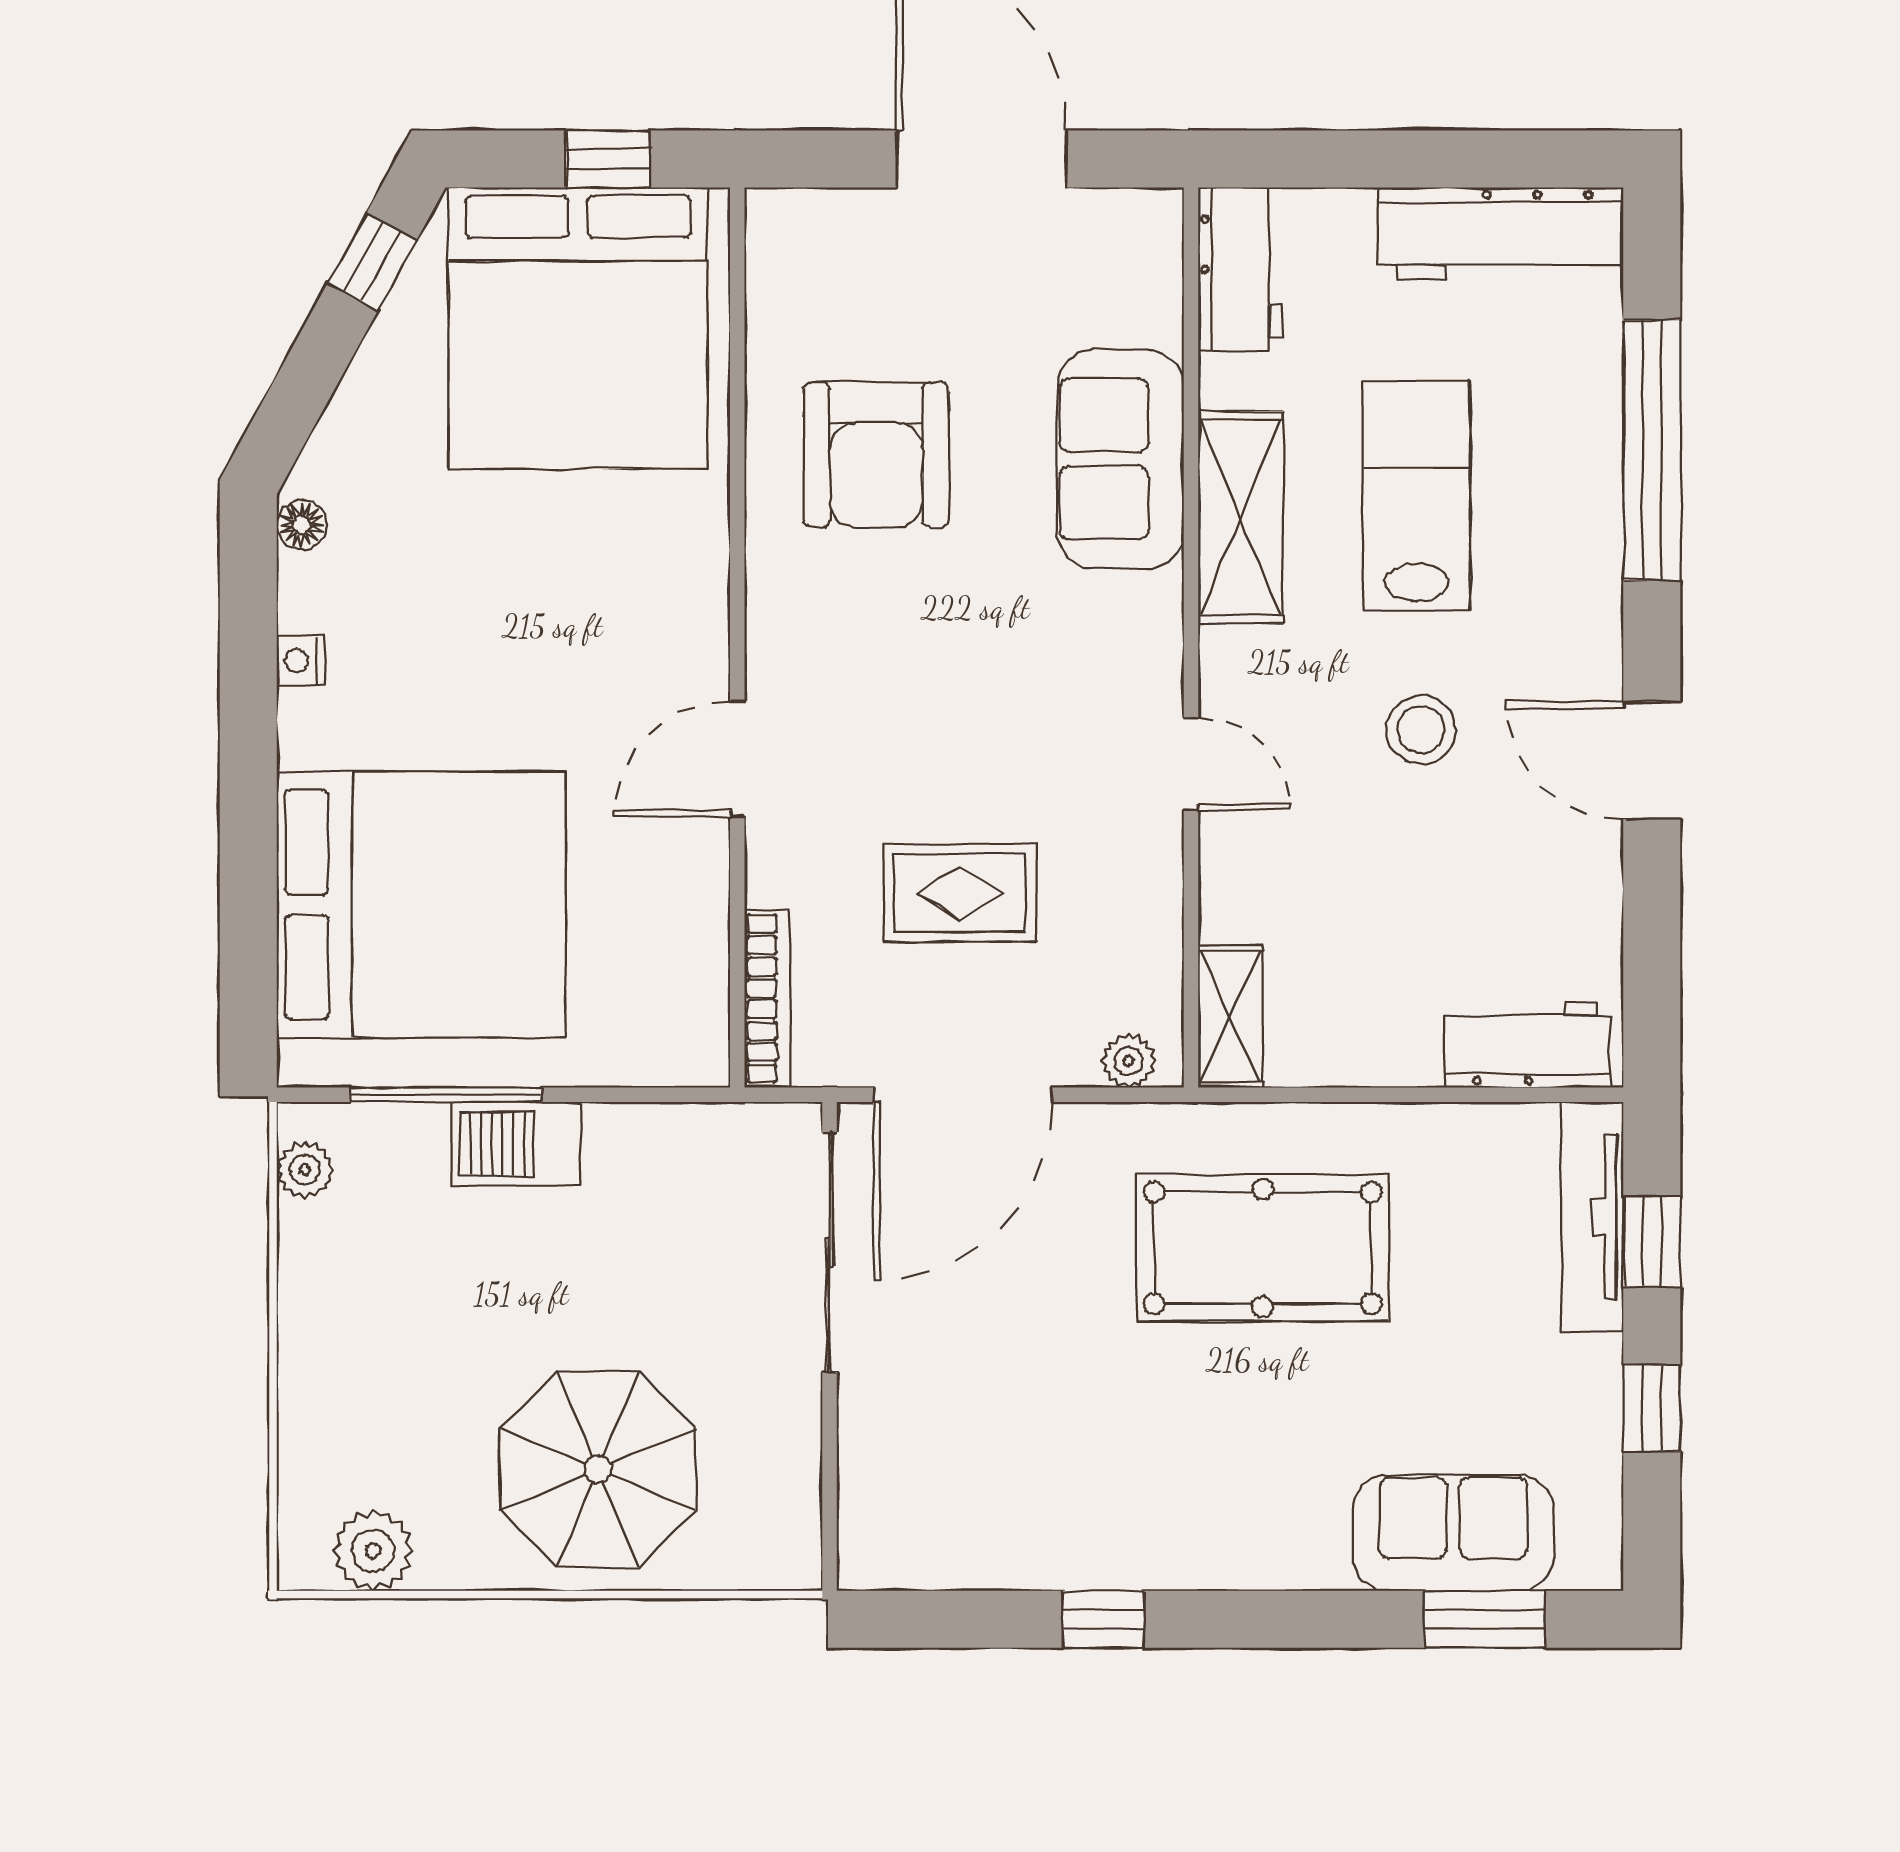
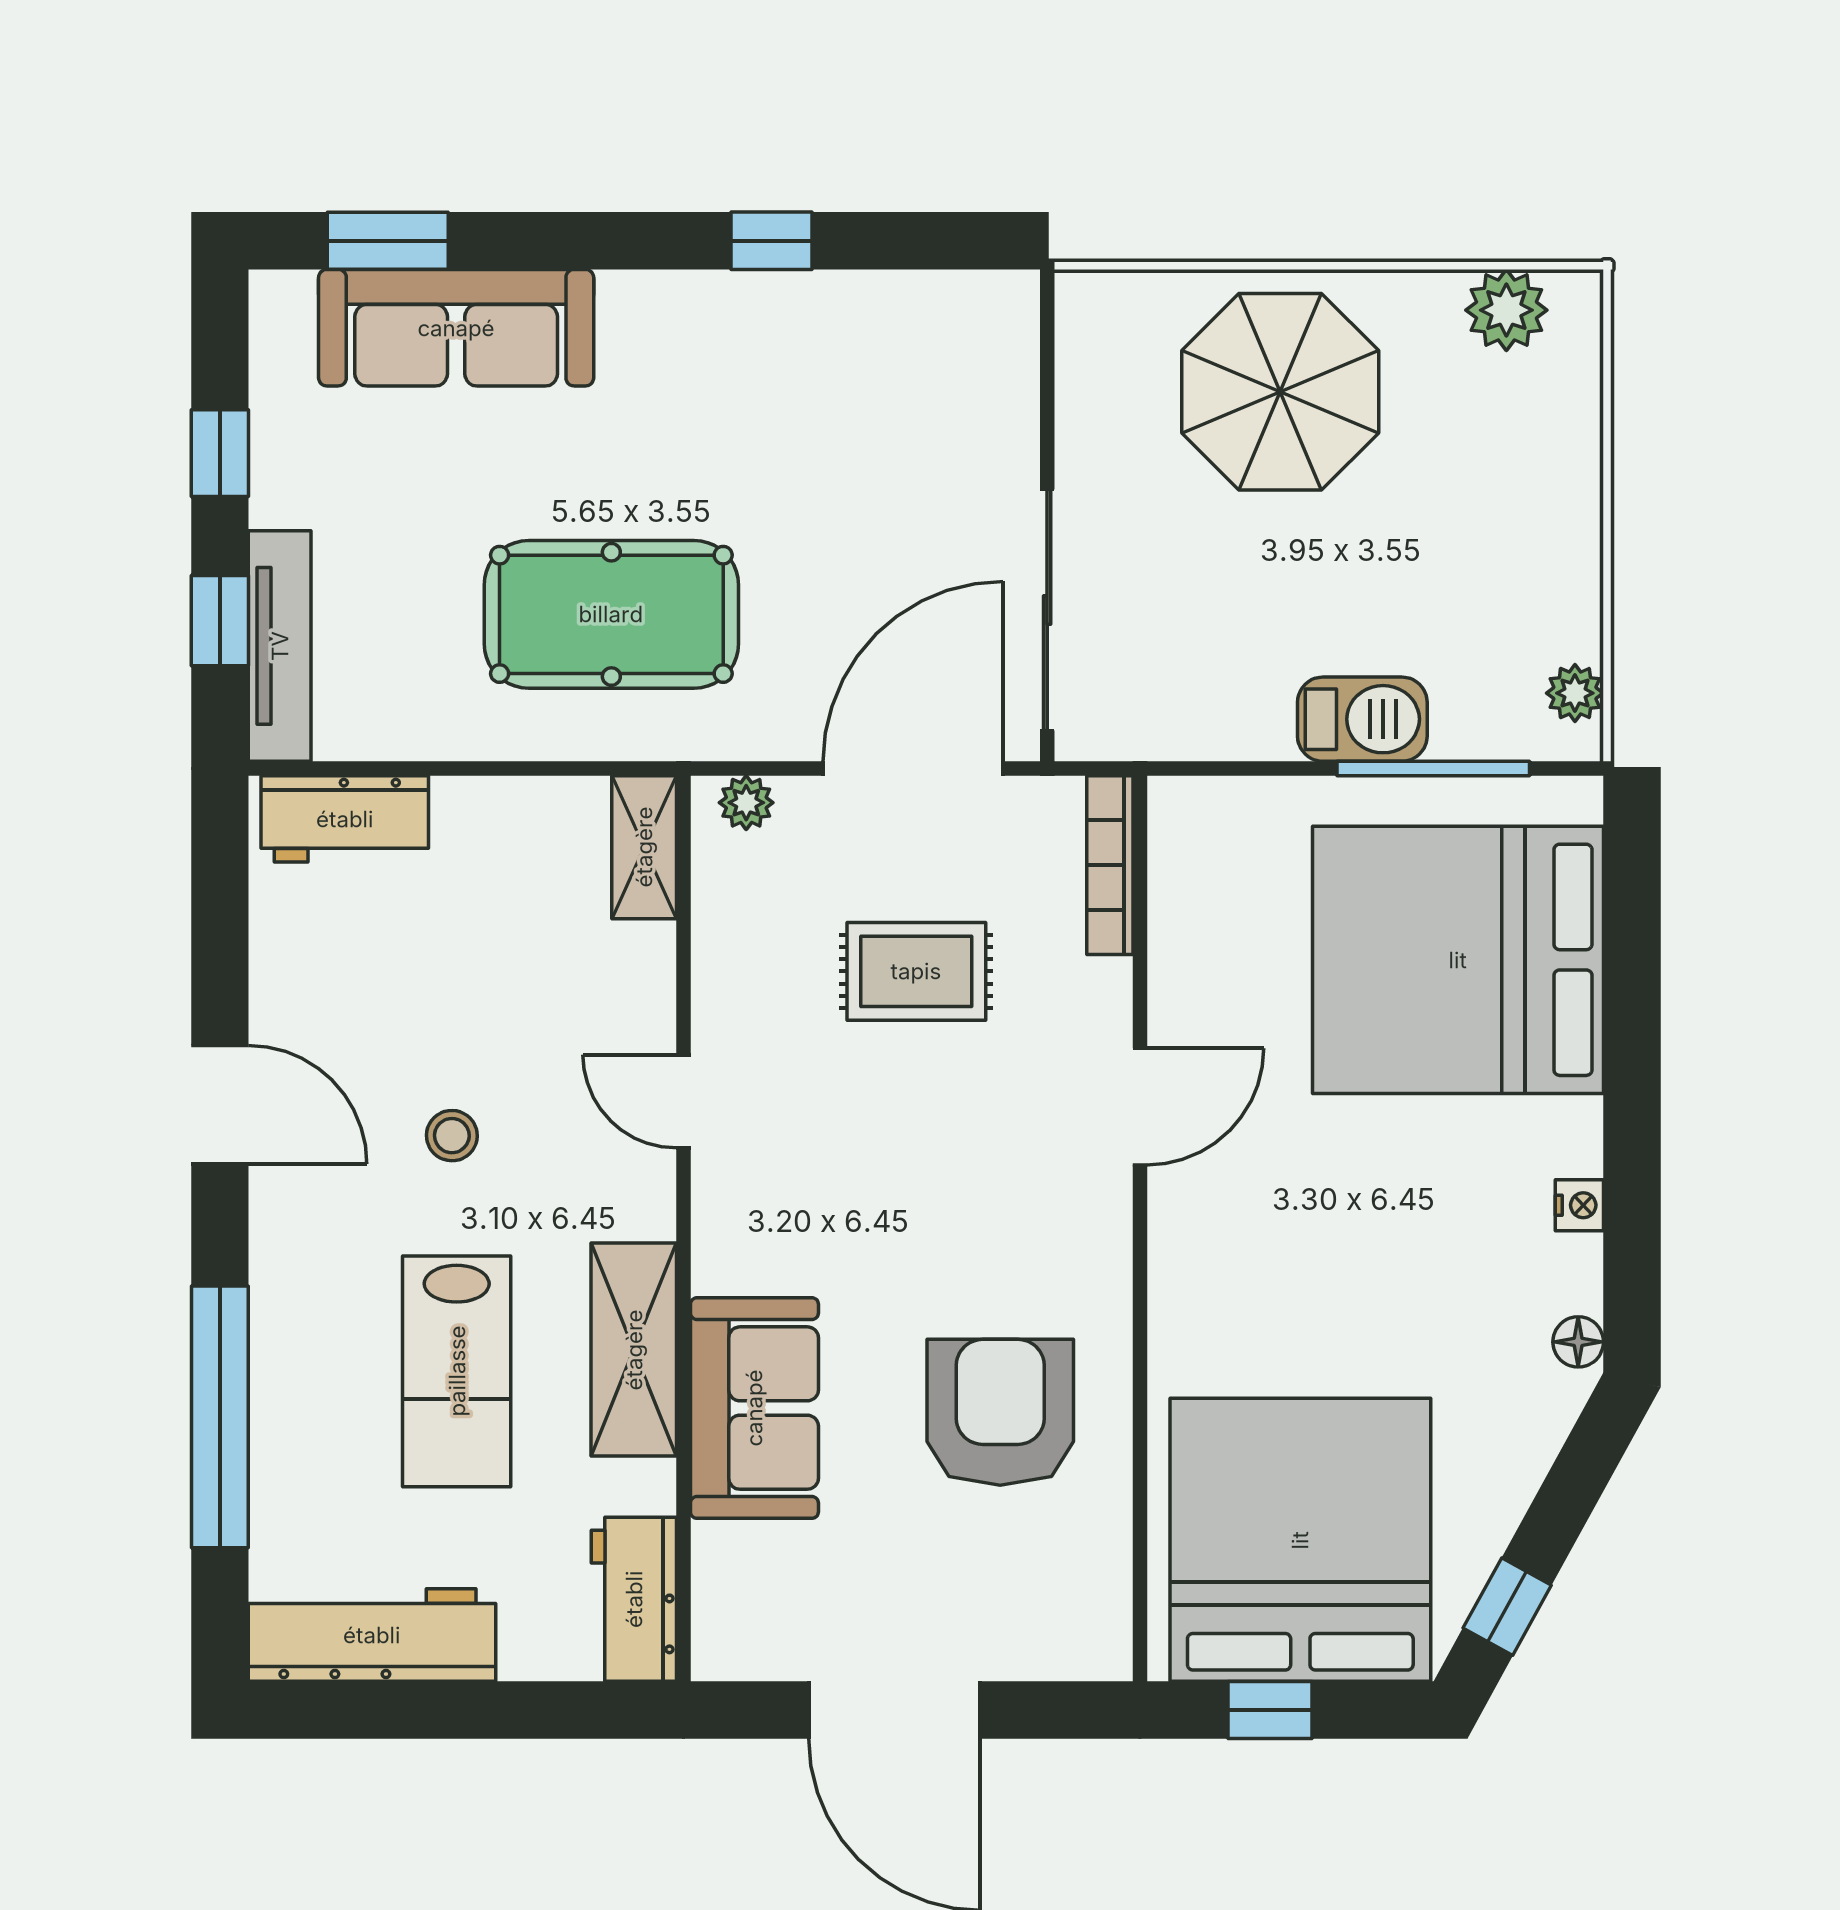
stool: (1421, 730) -> (452, 1136), width x0.73, depth x0.73
sofa: (1453, 1533) -> (456, 328), width x1.36

